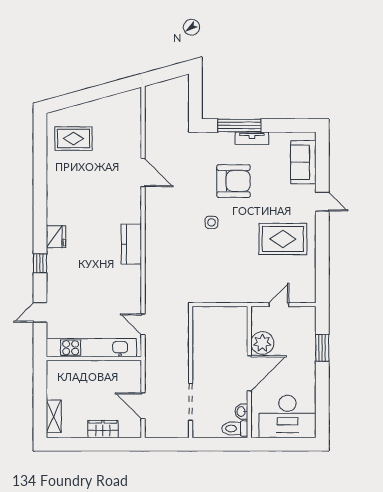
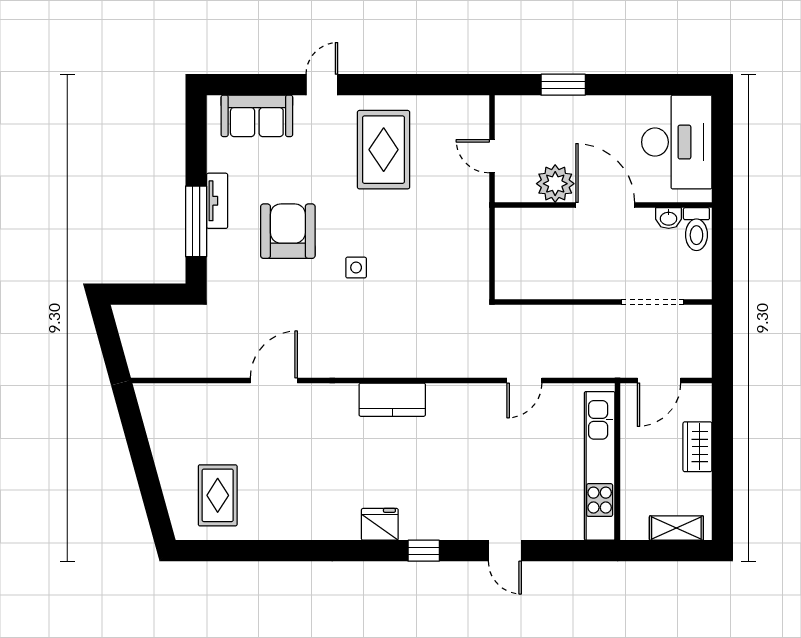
kitchen unit: (91, 348) -> (600, 466), moved
wall: (94, 359) -> (618, 462), moved

